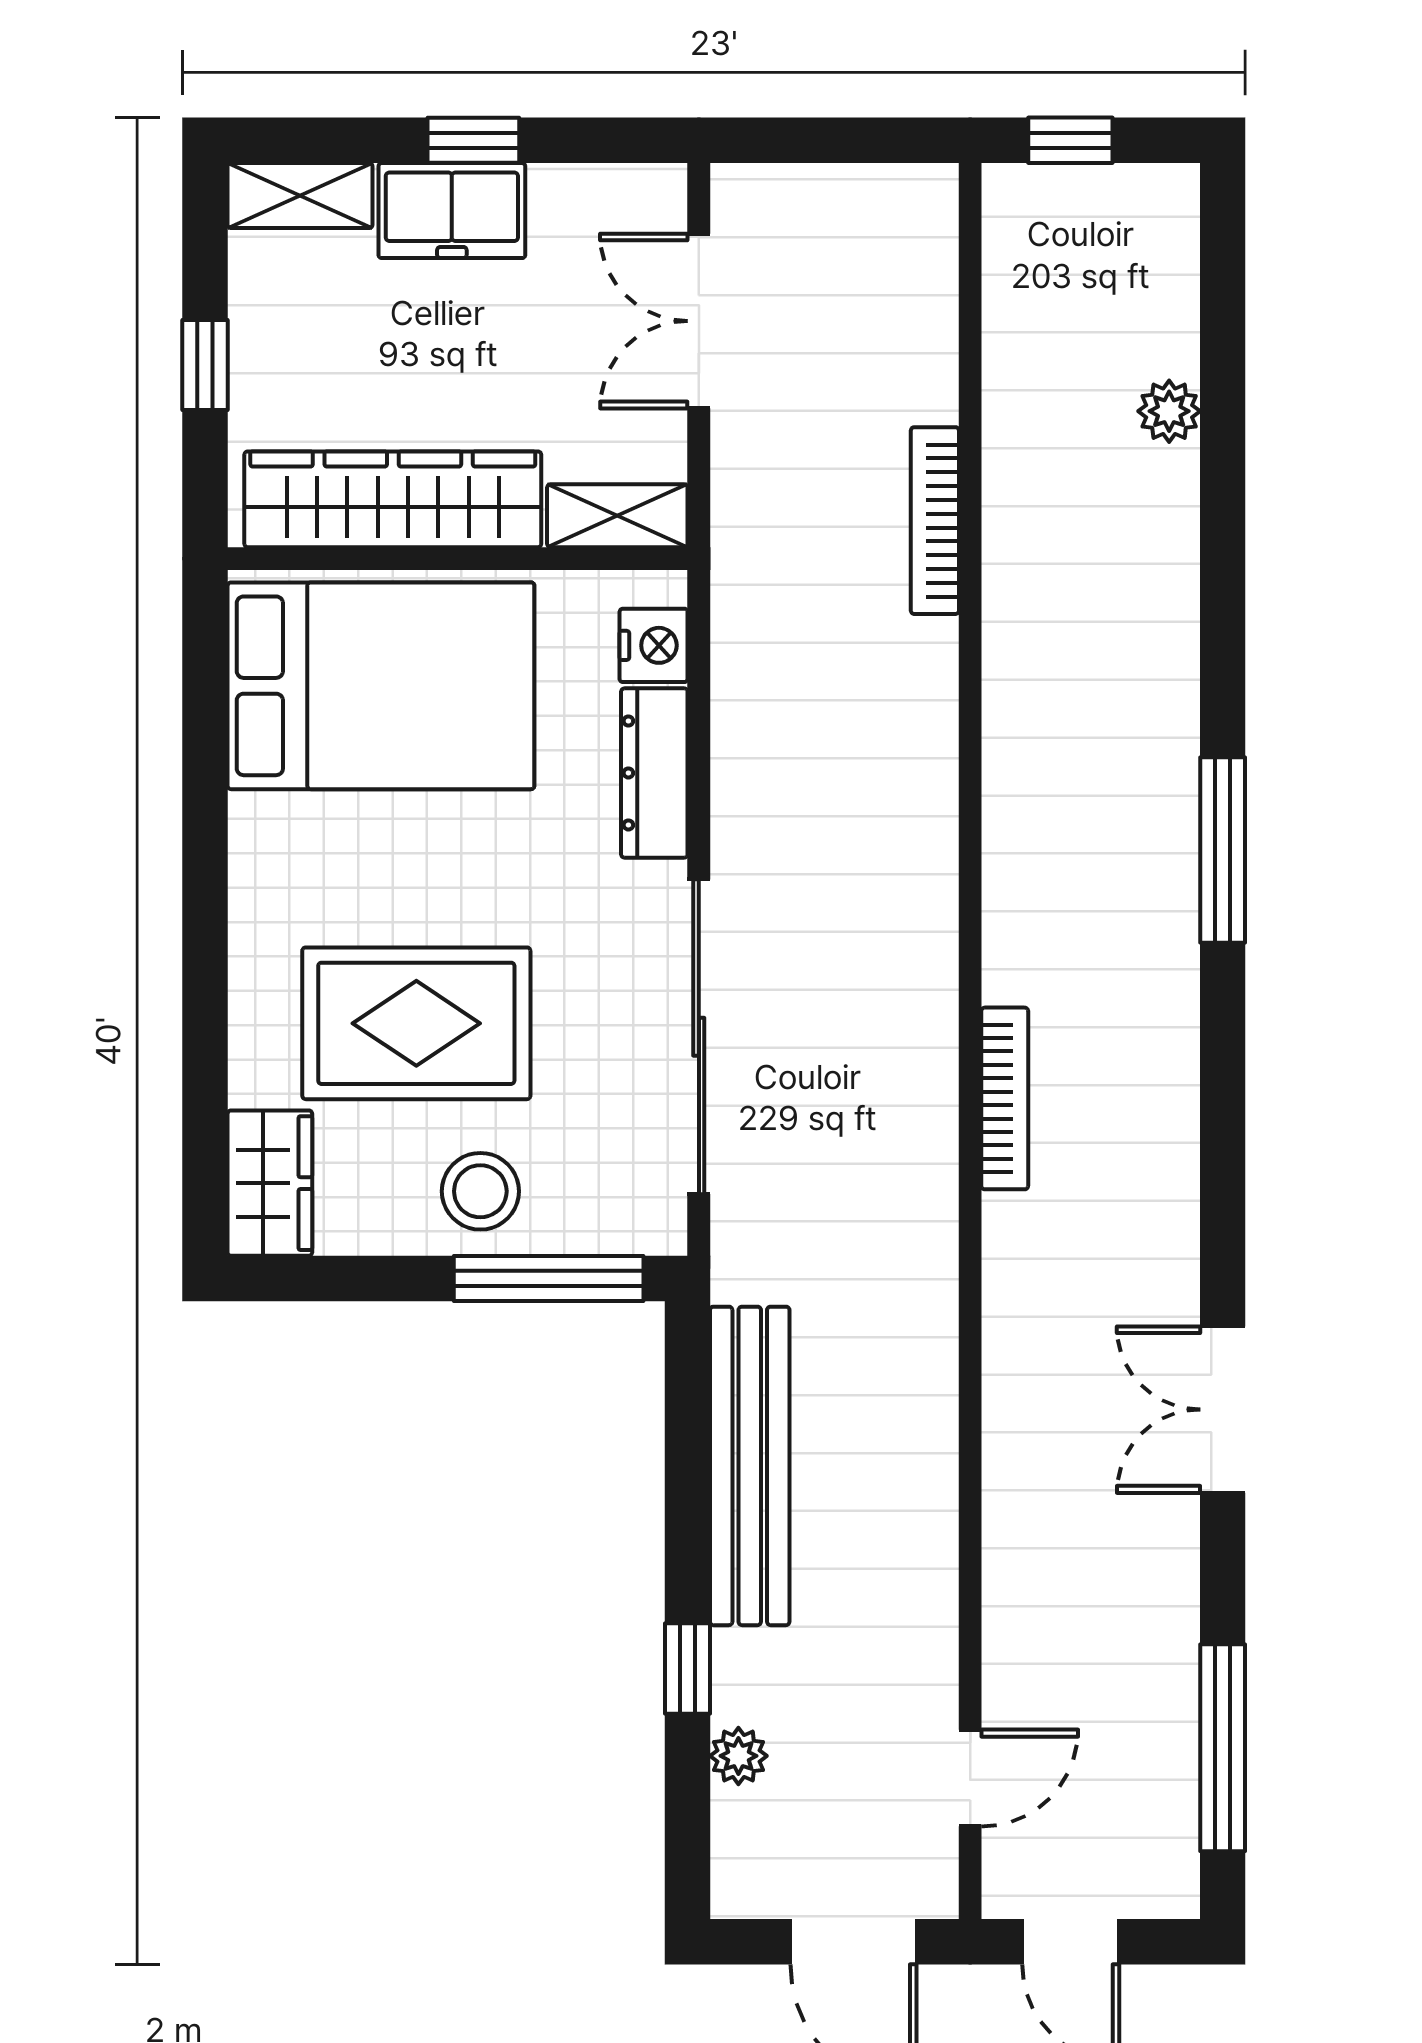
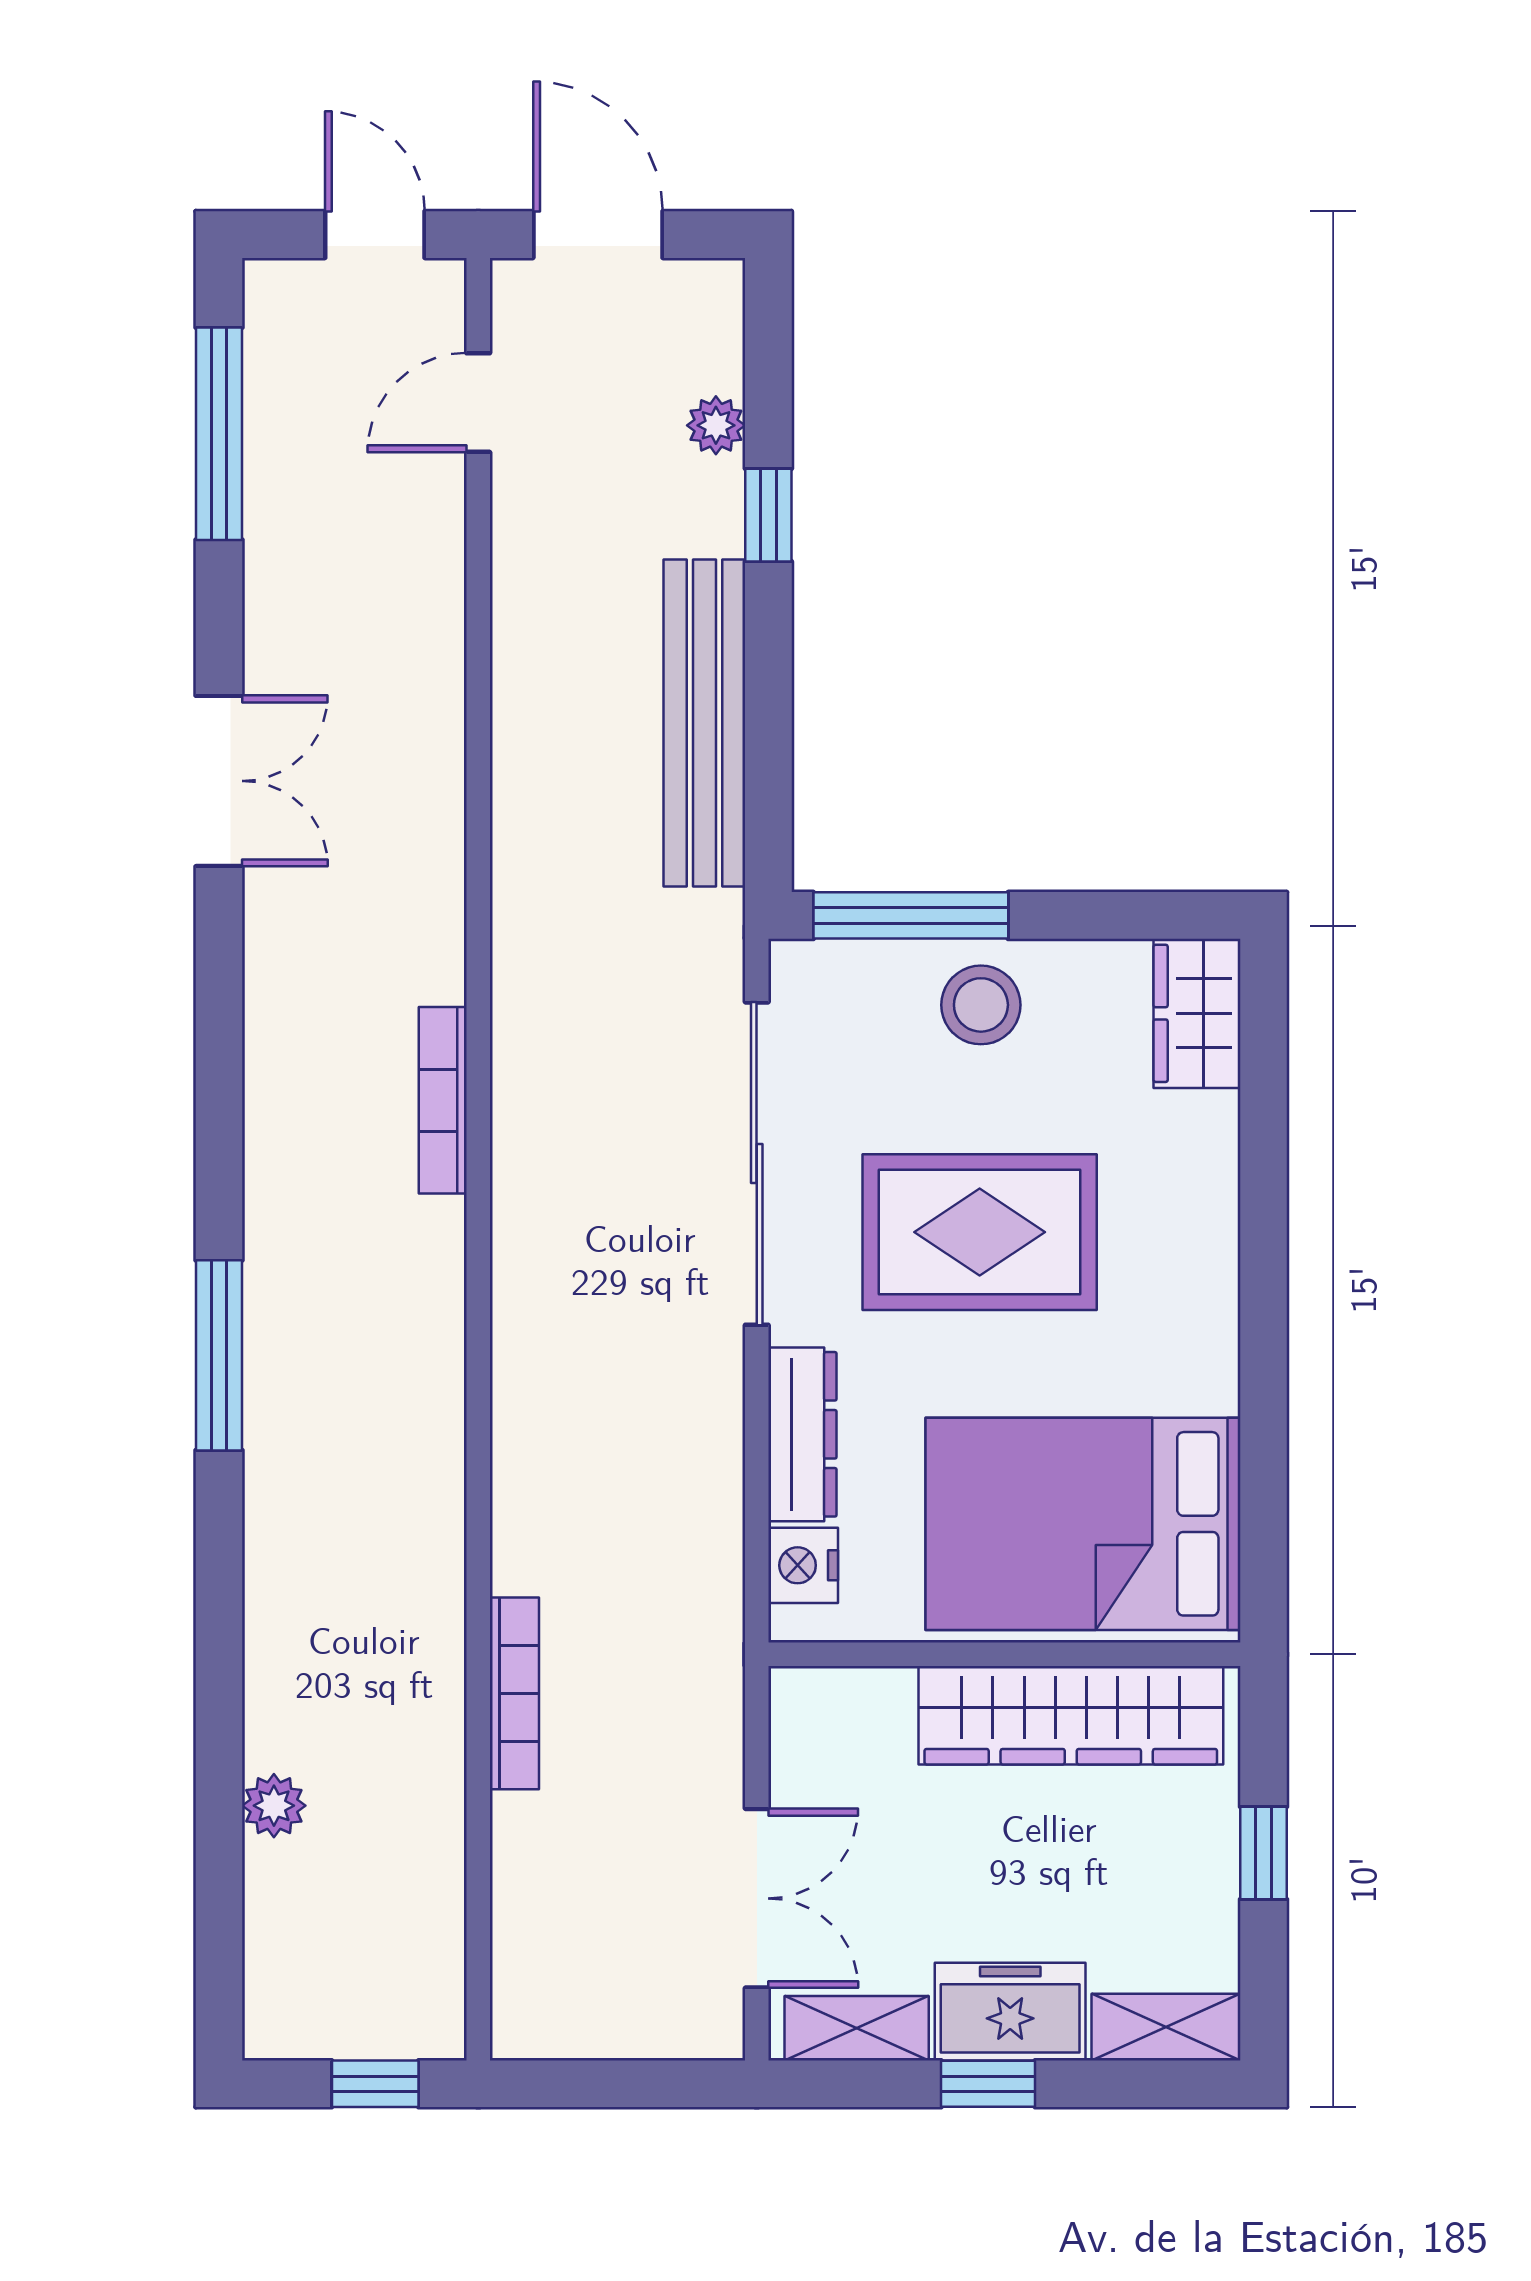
shelving: (617, 516) -> (857, 2028), moved
rug: (416, 1023) -> (980, 1232), moved

